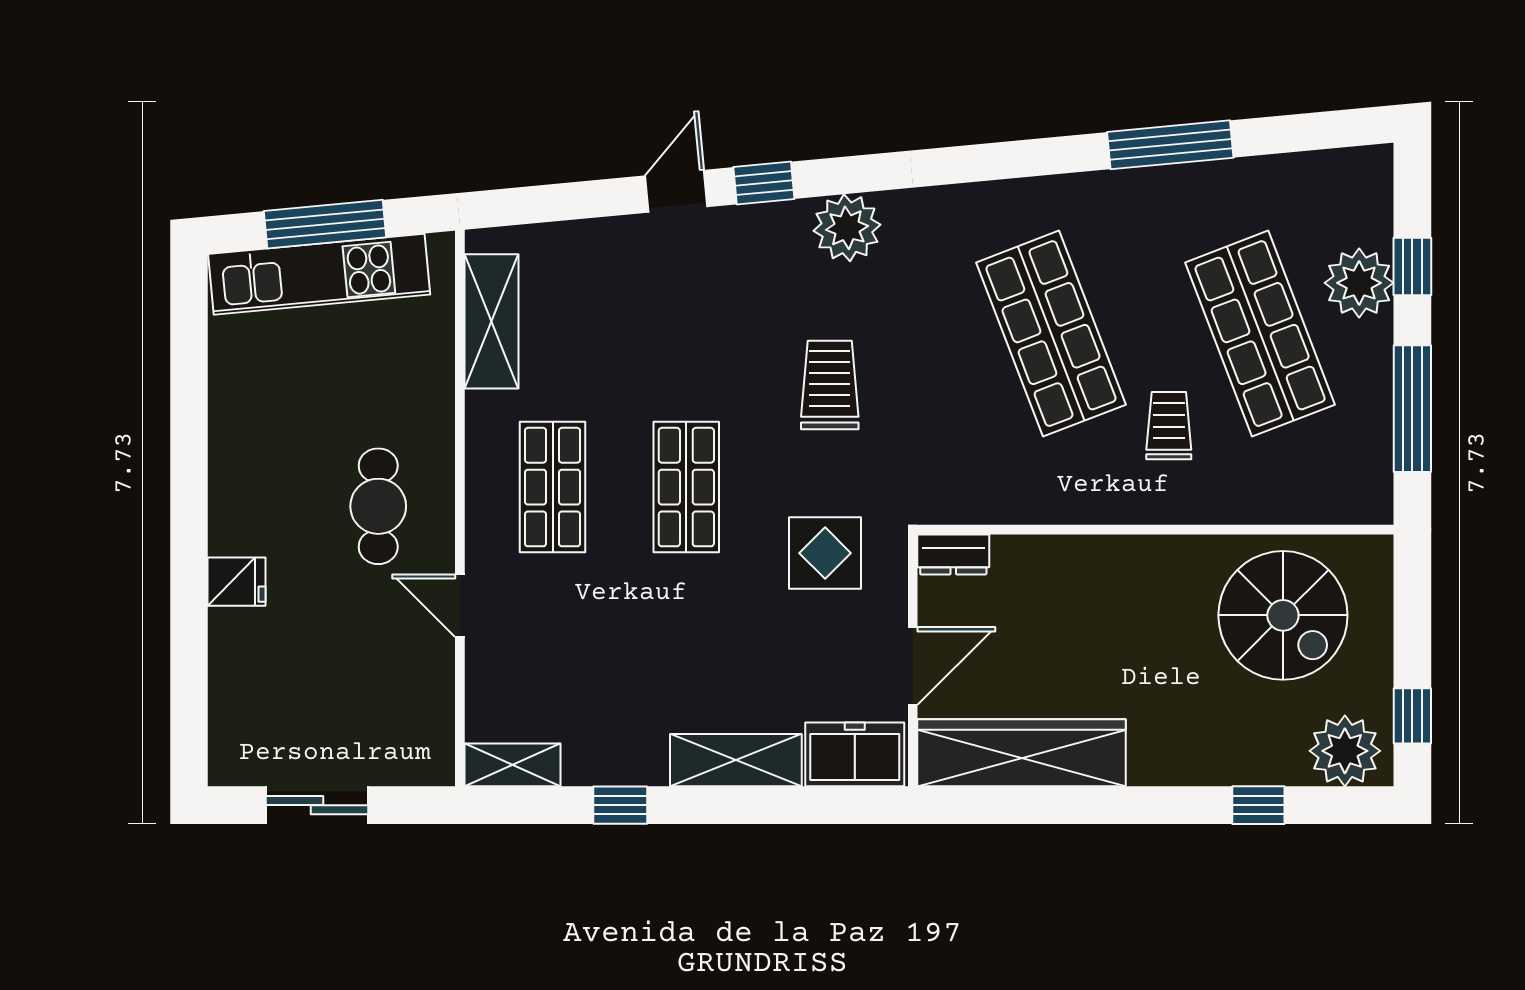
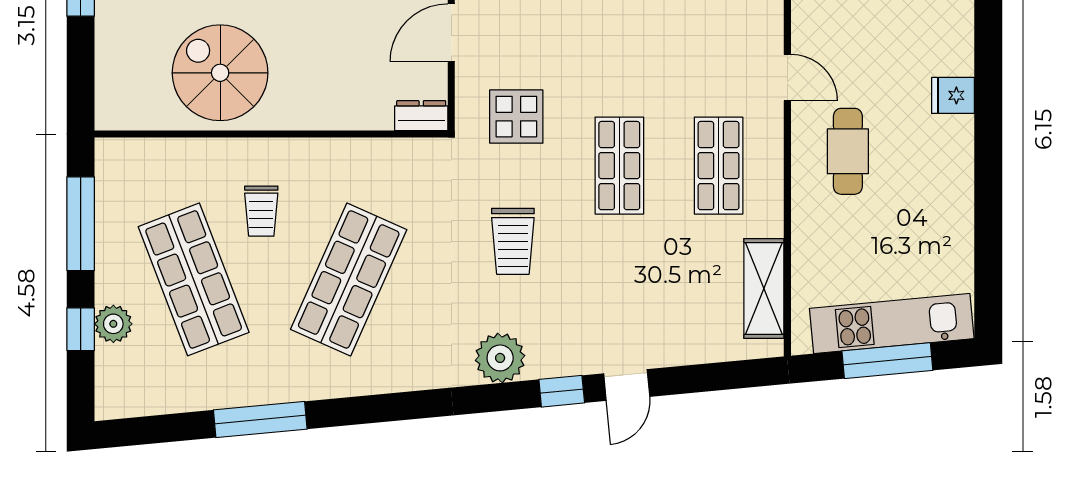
plant: (1359, 283) -> (113, 324), width x0.73, depth x0.73
shop shelf: (1051, 334) -> (349, 279), turned 45
spiral stairs: (1283, 615) -> (220, 73), moved

